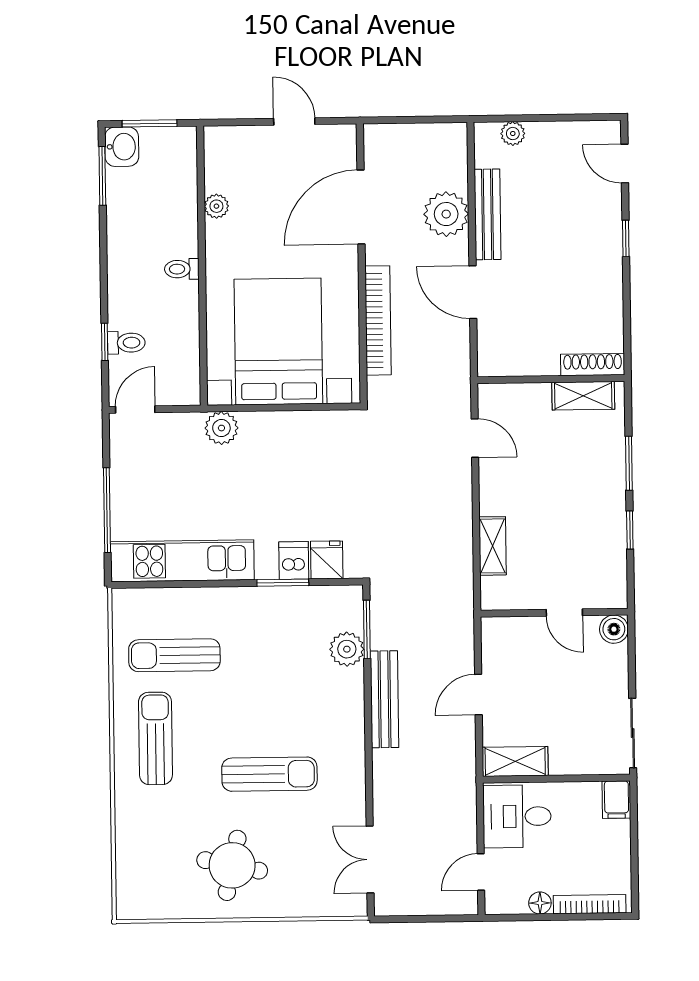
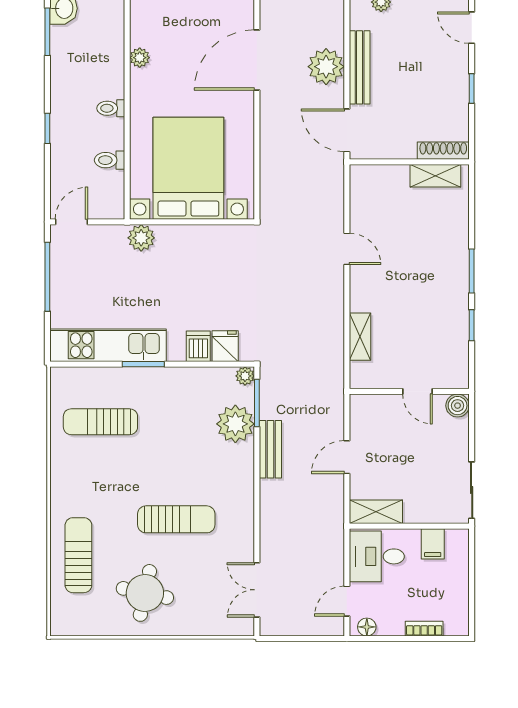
bookcase: (378, 320) -> (270, 152), removed
window: (105, 342) -> (47, 128), moved
toilet: (126, 343) -> (110, 160), moved, turned 180
shoe rack: (593, 365) -> (443, 151), moved
wall: (551, 379) -> (409, 162), moved
shelving: (583, 396) -> (435, 176), moved
window: (107, 510) -> (47, 277), moved
window: (283, 583) -> (143, 364), moved
plant: (352, 596) -> (245, 376), added
plant: (347, 649) -> (235, 424), width x1.36, depth x1.36
bench: (384, 699) -> (270, 449), width x0.73
sun lounger: (155, 738) -> (78, 555), moved
filing cabinet: (616, 800) -> (433, 544), moved
floor lamp: (540, 903) -> (367, 627), moved
bookcase: (590, 904) -> (424, 629), width x0.64

